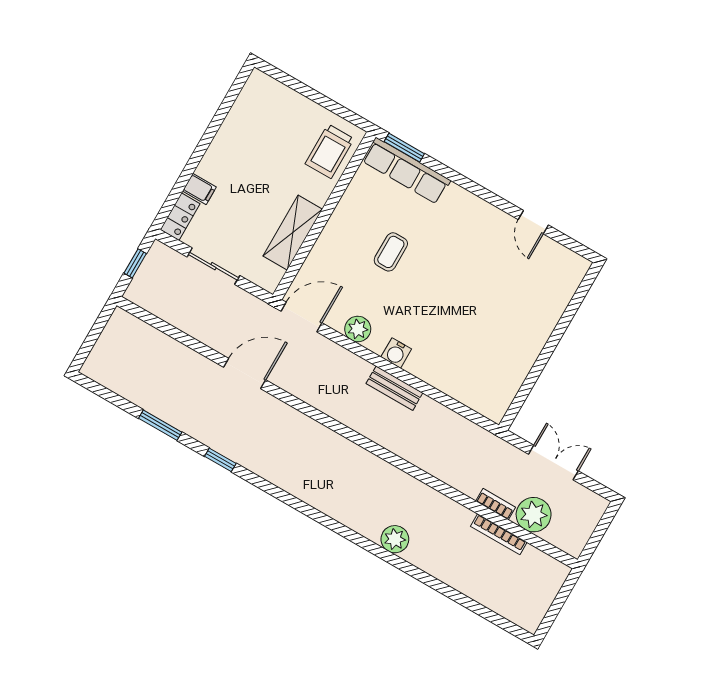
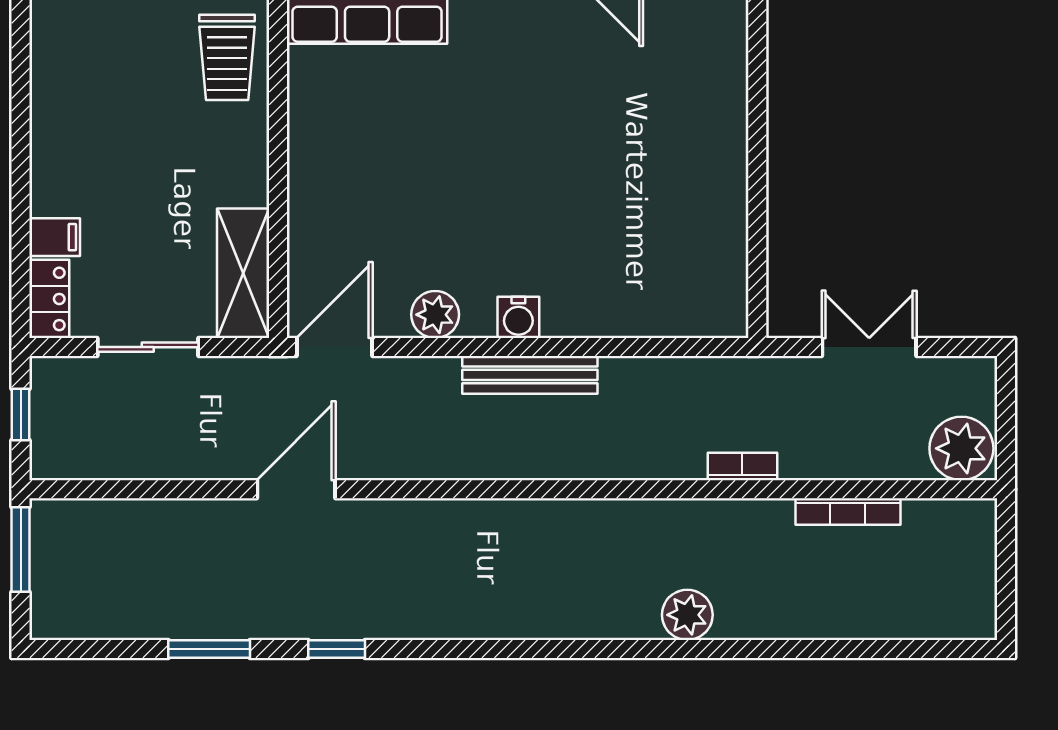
shelving: (293, 233) -> (243, 273), moved
coffee table: (391, 252) -> (417, 161), removed
window: (98, 327) -> (21, 550), added
bench: (394, 388) -> (530, 375), width x1.36
bookcase: (496, 504) -> (742, 466), moved
plant: (534, 515) -> (961, 448), moved

